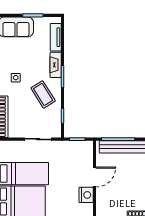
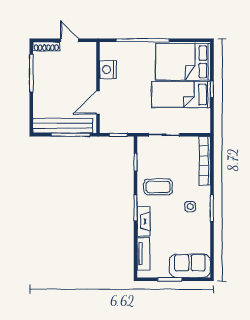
coffee table: (43, 94) -> (158, 187), turned -58
door: (95, 177) -> (98, 102), moved

